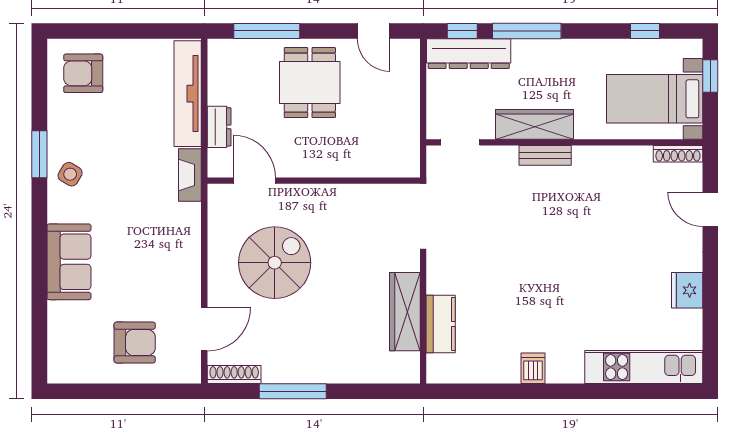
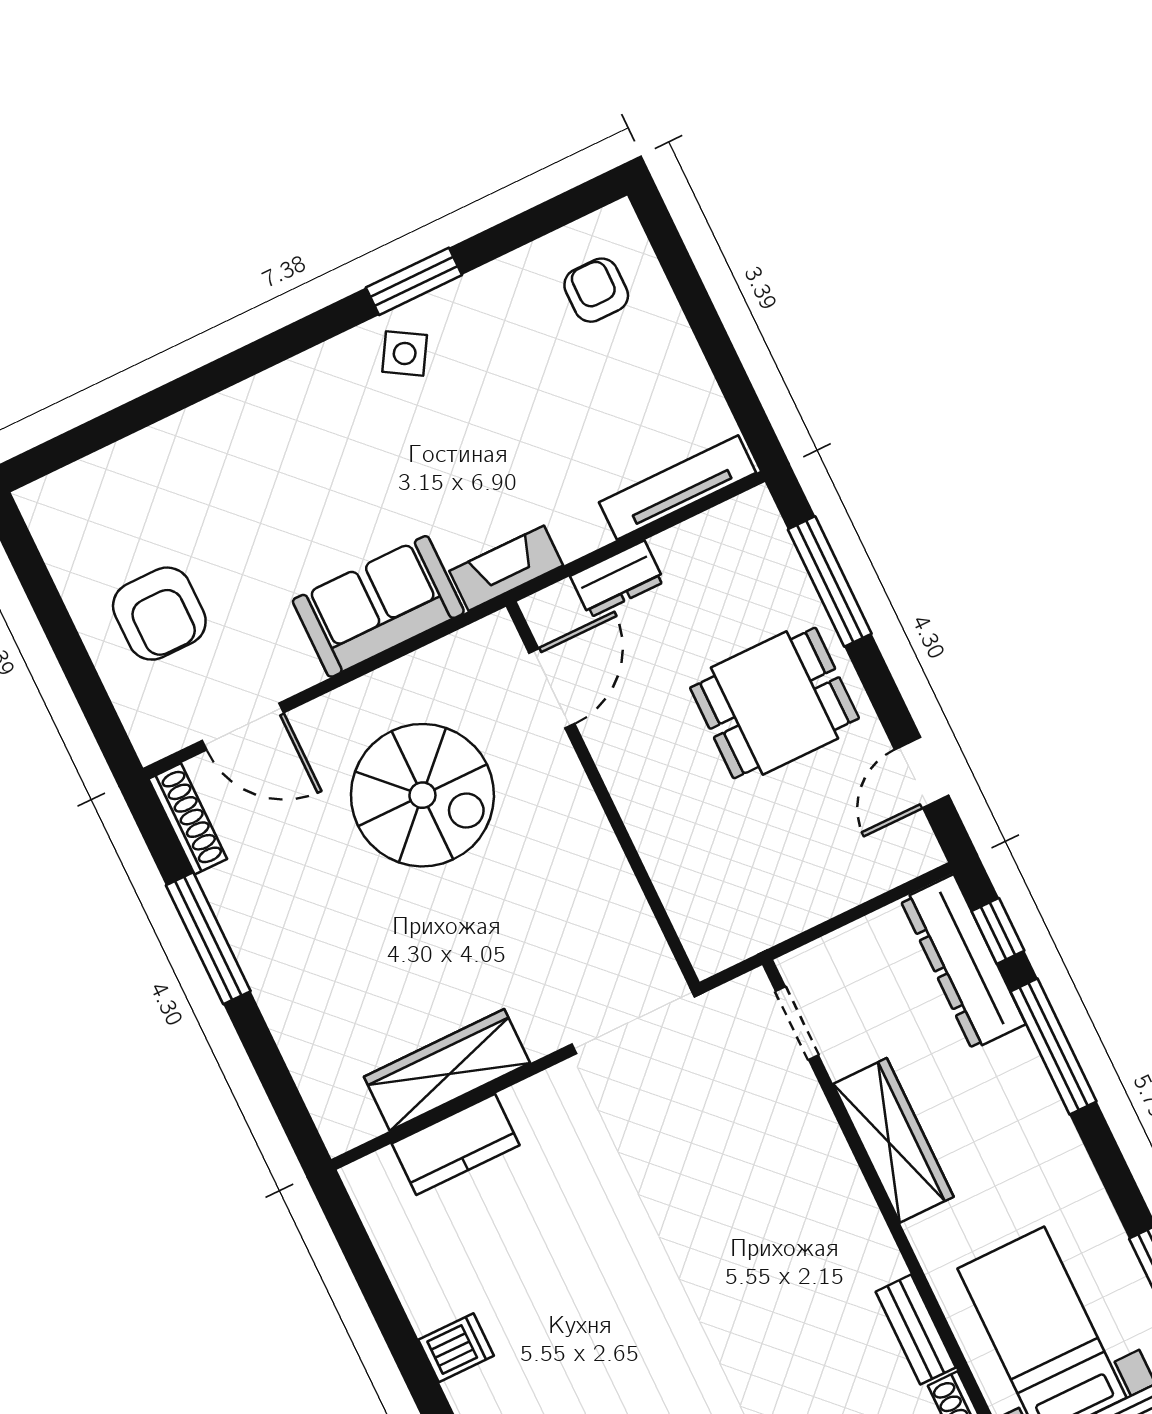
armchair: (83, 73) -> (596, 290), width x0.72, depth x0.72
tv unit: (188, 94) -> (678, 487), width x0.73, depth x0.78
bench: (545, 155) -> (916, 1330), moved
sofa: (69, 262) -> (378, 606), moved, turned 180

